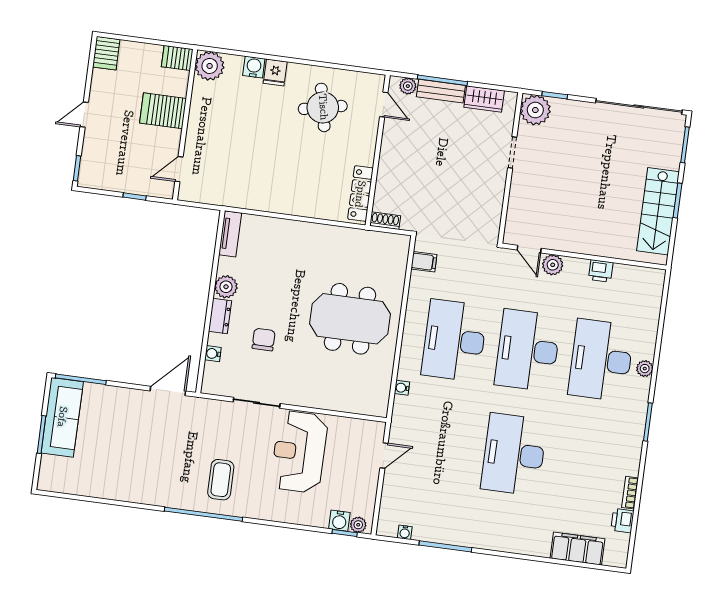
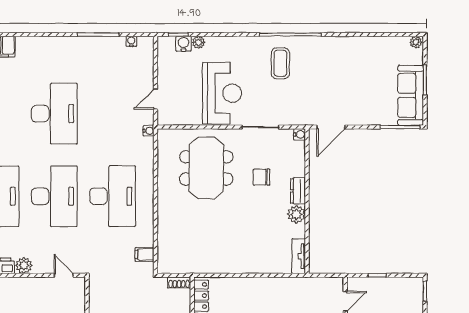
plant: (553, 265) -> (24, 265), moved
meeting table: (350, 319) -> (206, 168), moved, turned 90
chair: (264, 340) -> (262, 177), turned 90
water cooler: (213, 354) -> (300, 134), moved
water cooler: (402, 388) -> (149, 131), moved
plant: (47, 484) -> (416, 42), added
plant: (358, 525) -> (199, 42), moved

